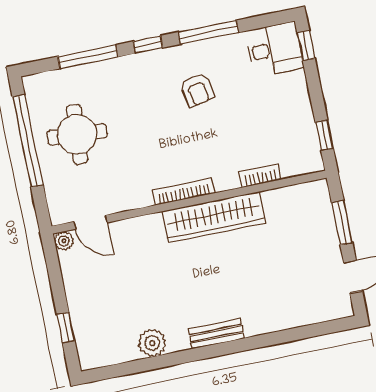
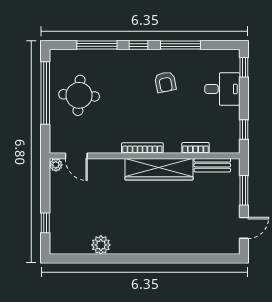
desk: (274, 49) -> (222, 89), moved
bench: (216, 334) -> (212, 165), moved

